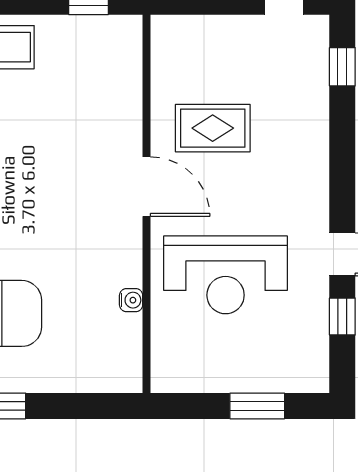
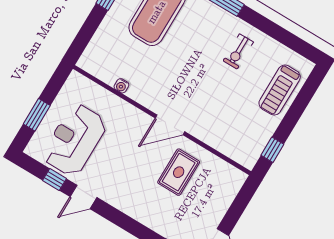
reception desk: (226, 275) -> (75, 140), moved

